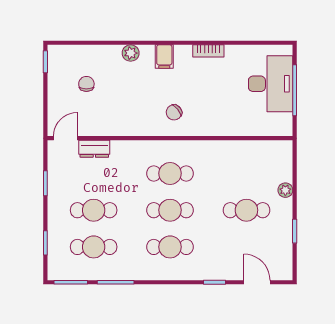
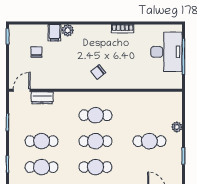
filing cabinet: (164, 57) -> (54, 33), moved

